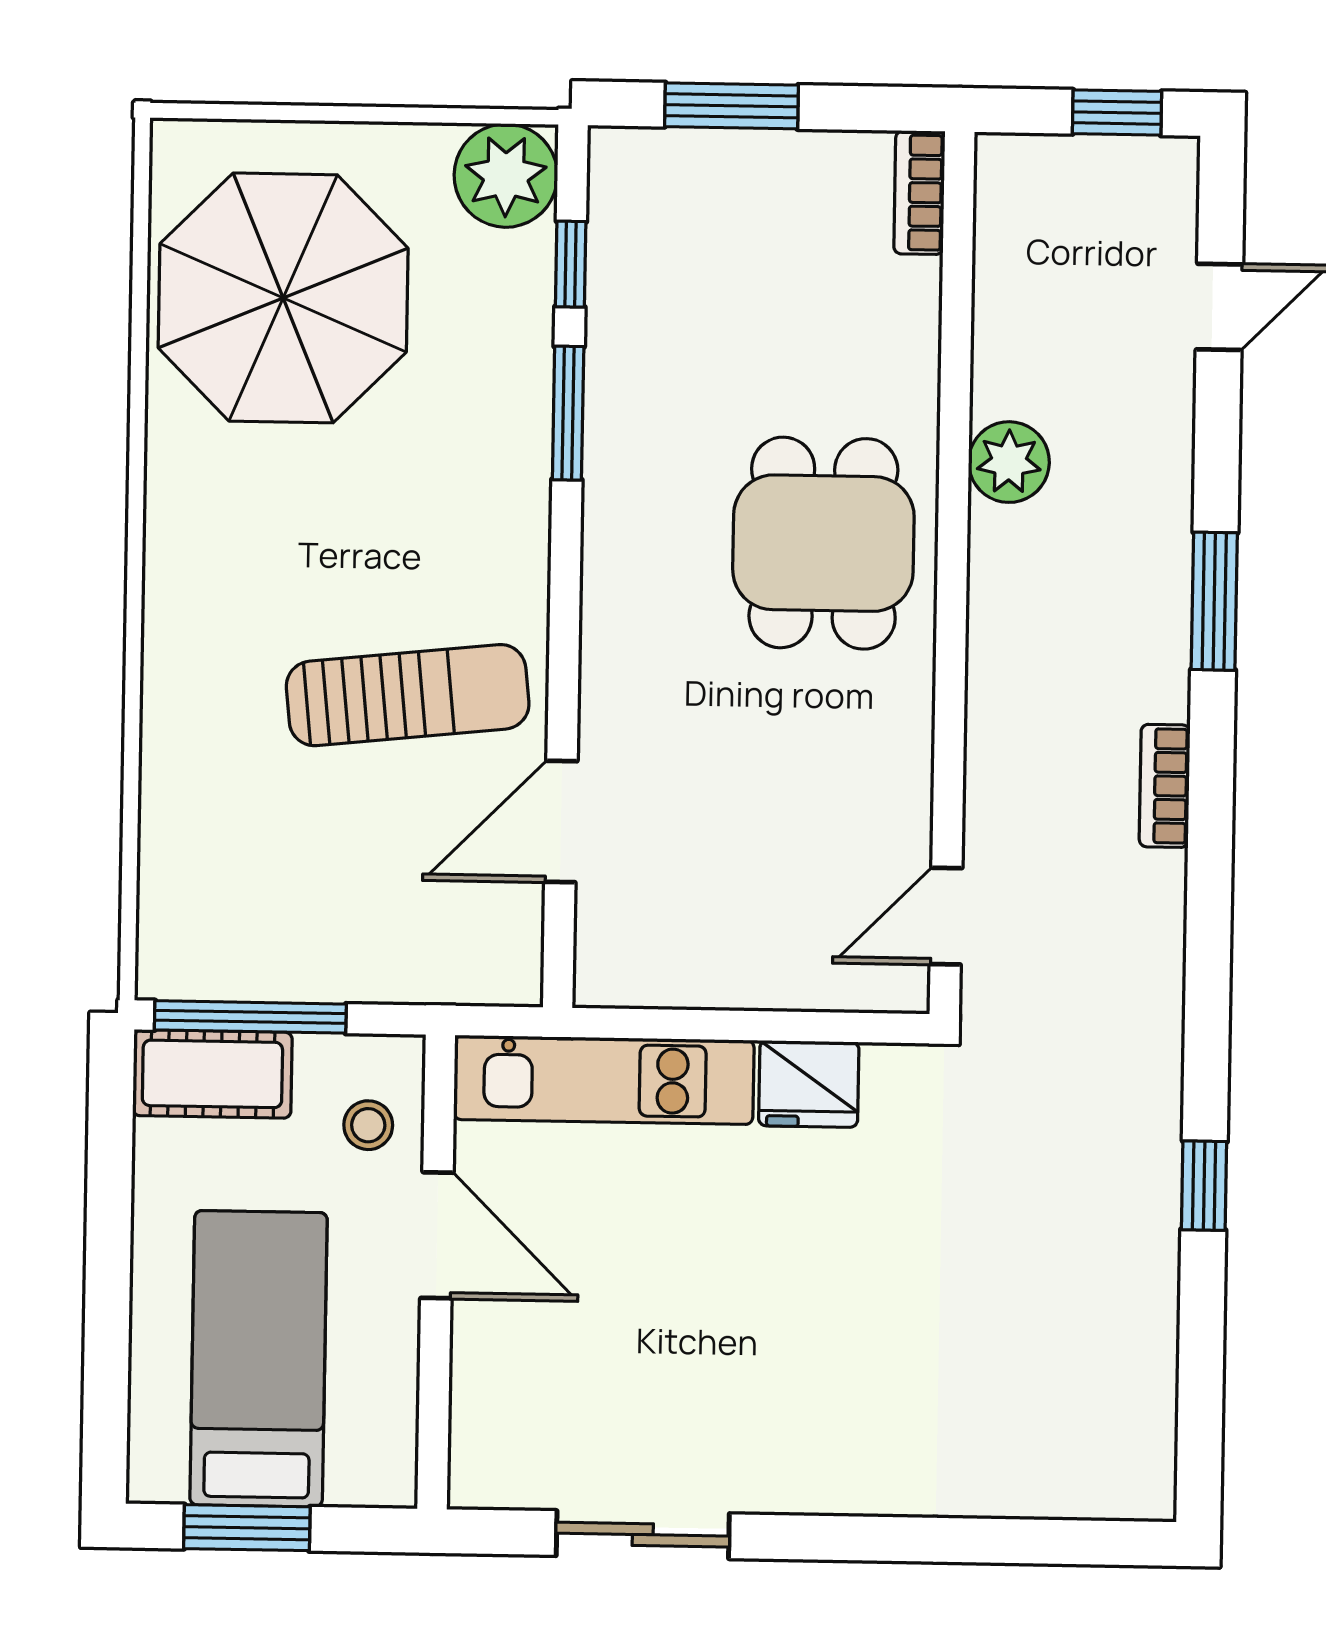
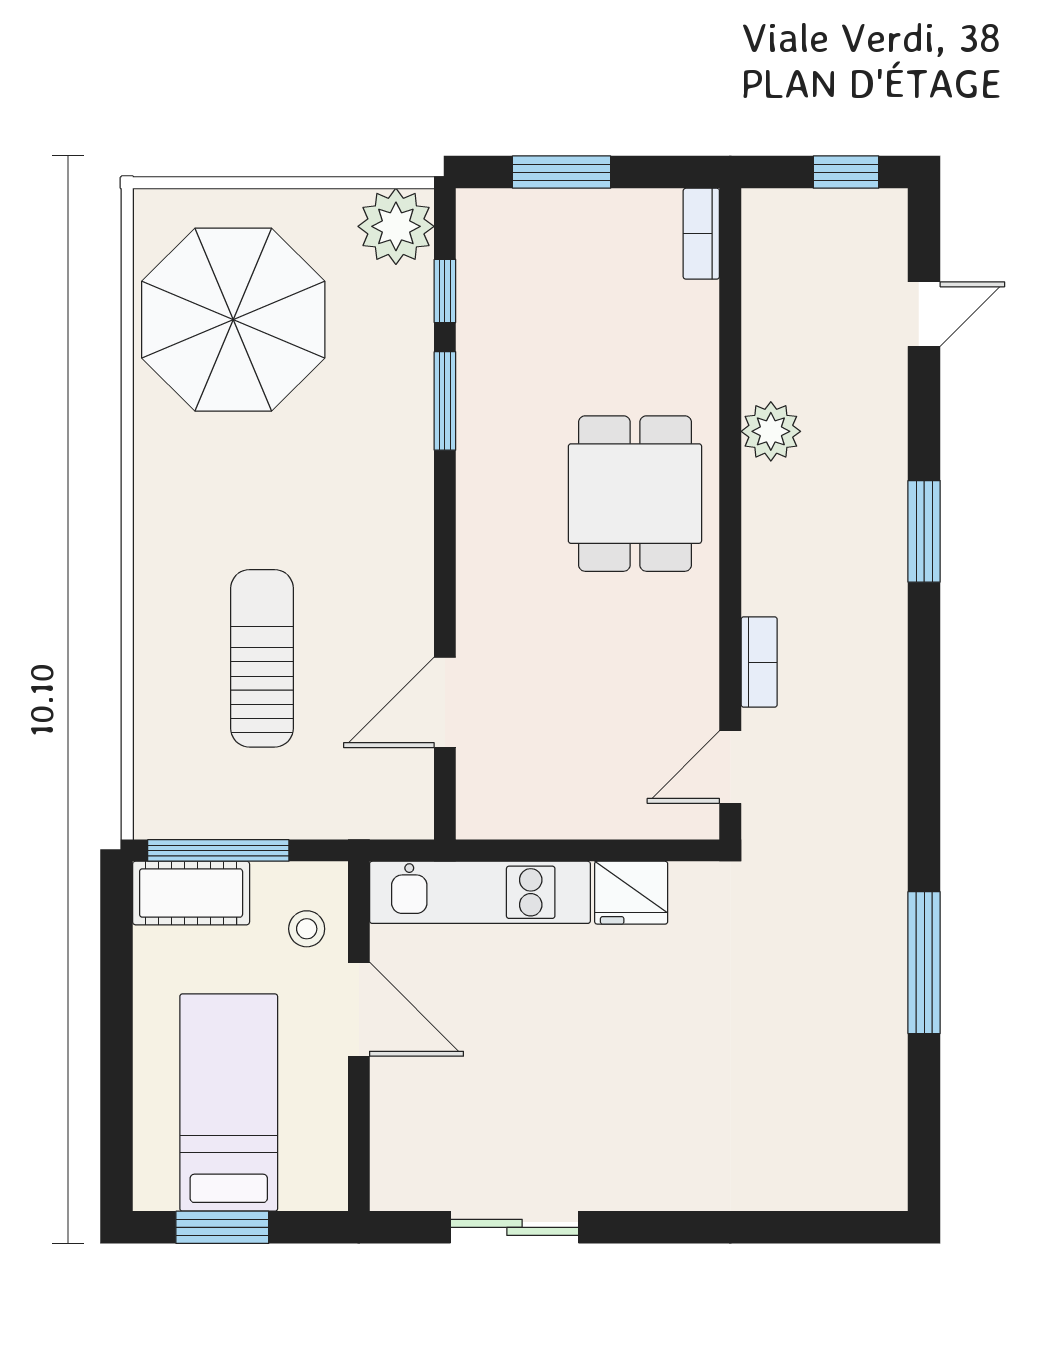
sun lounger: (408, 695) -> (262, 658), moved, turned -84
bookcase: (1165, 786) -> (759, 662), moved, turned 180
window: (1204, 1186) -> (924, 963), width x2.17

